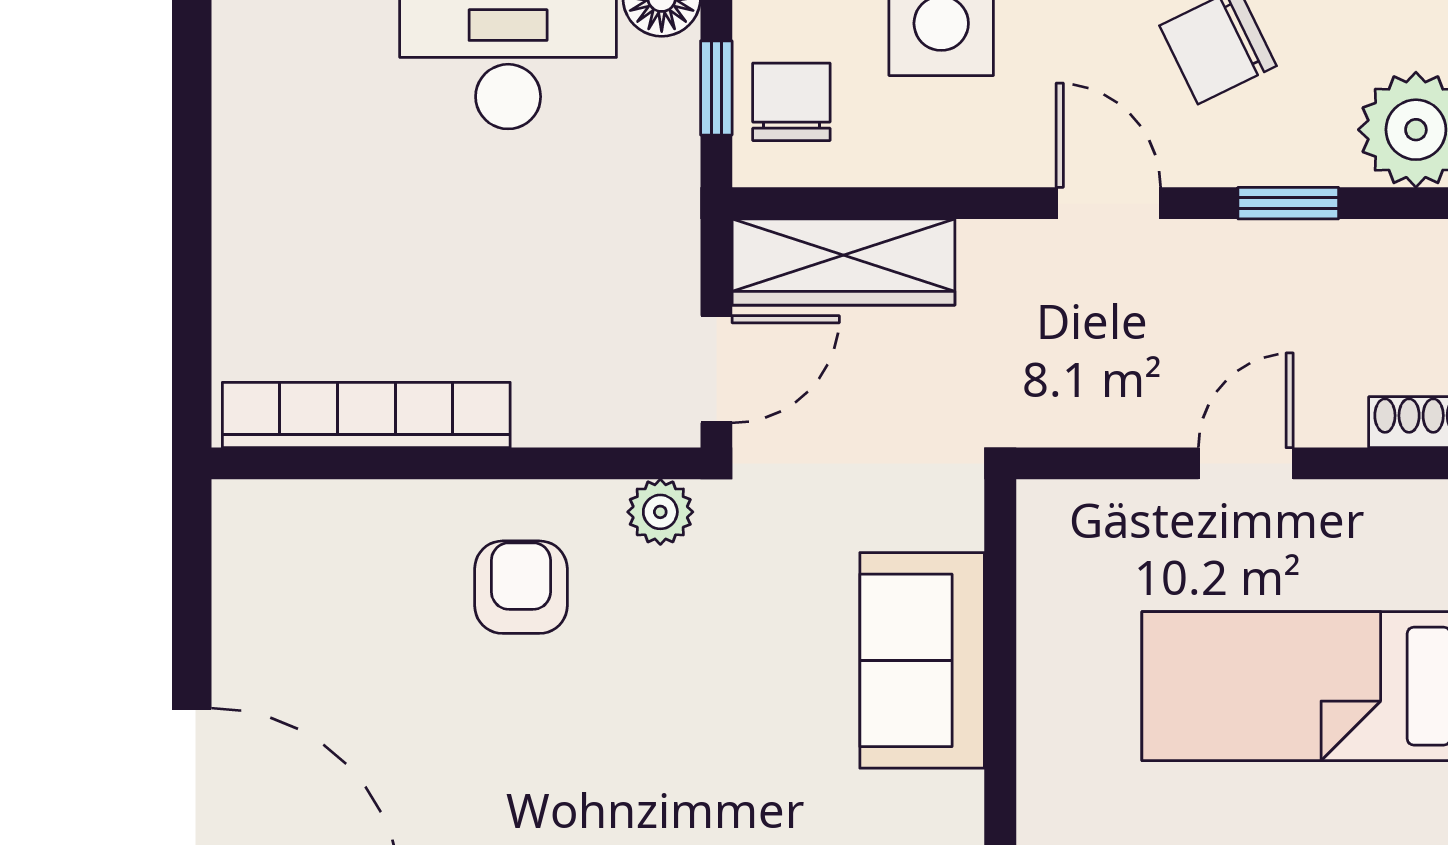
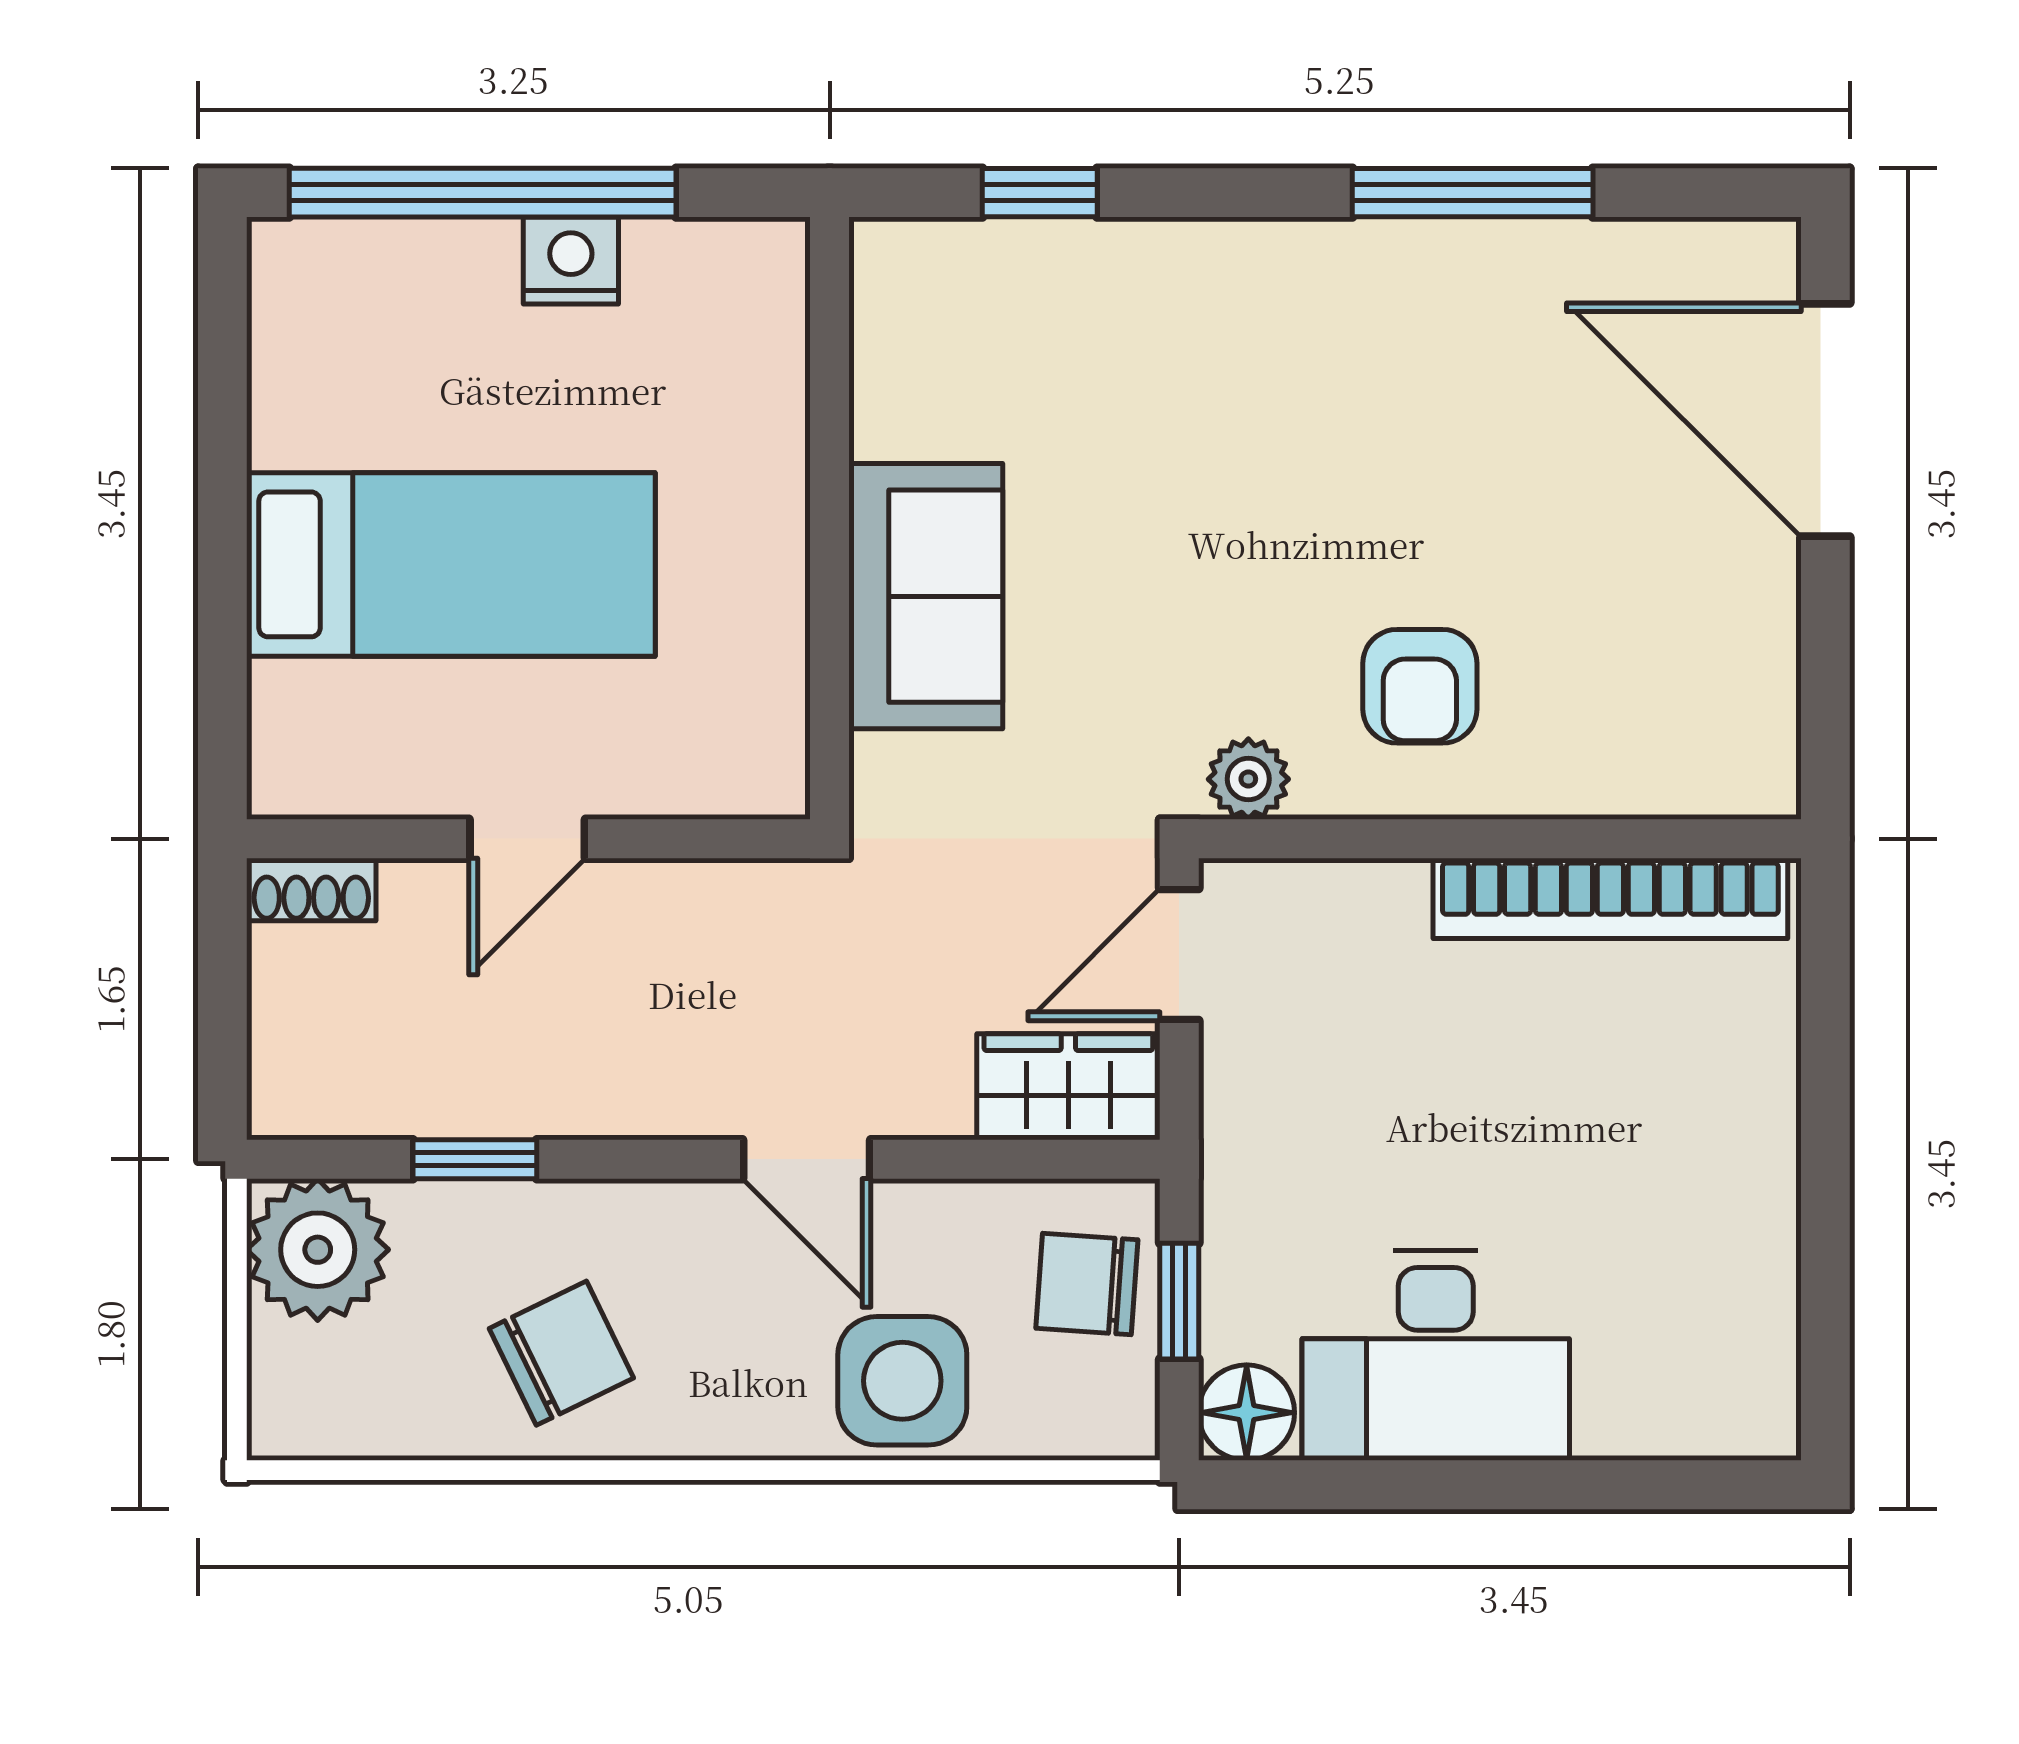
chair: (791, 102) -> (1087, 1284), turned 94
door: (1108, 203) -> (807, 1159), moved
wardrobe: (844, 262) -> (1068, 1087), width x0.67

